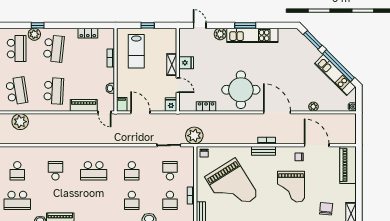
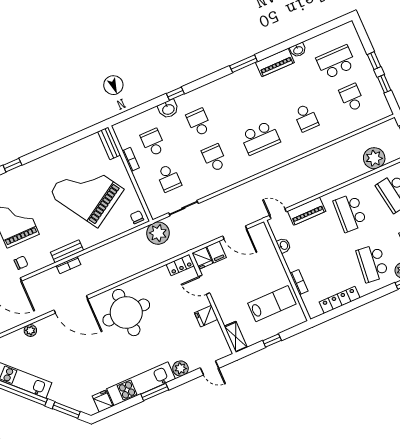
locker: (88, 33) -> (340, 300), width x1.53
fridge: (285, 35) -> (103, 401), added
lab bench: (136, 51) -> (272, 304), turned 90
shelving: (172, 65) -> (236, 337), moved
filing cabinet: (122, 104) -> (216, 252), moved
locker: (206, 106) -> (180, 265), moved
school desk: (94, 171) -> (260, 138), turned 180

